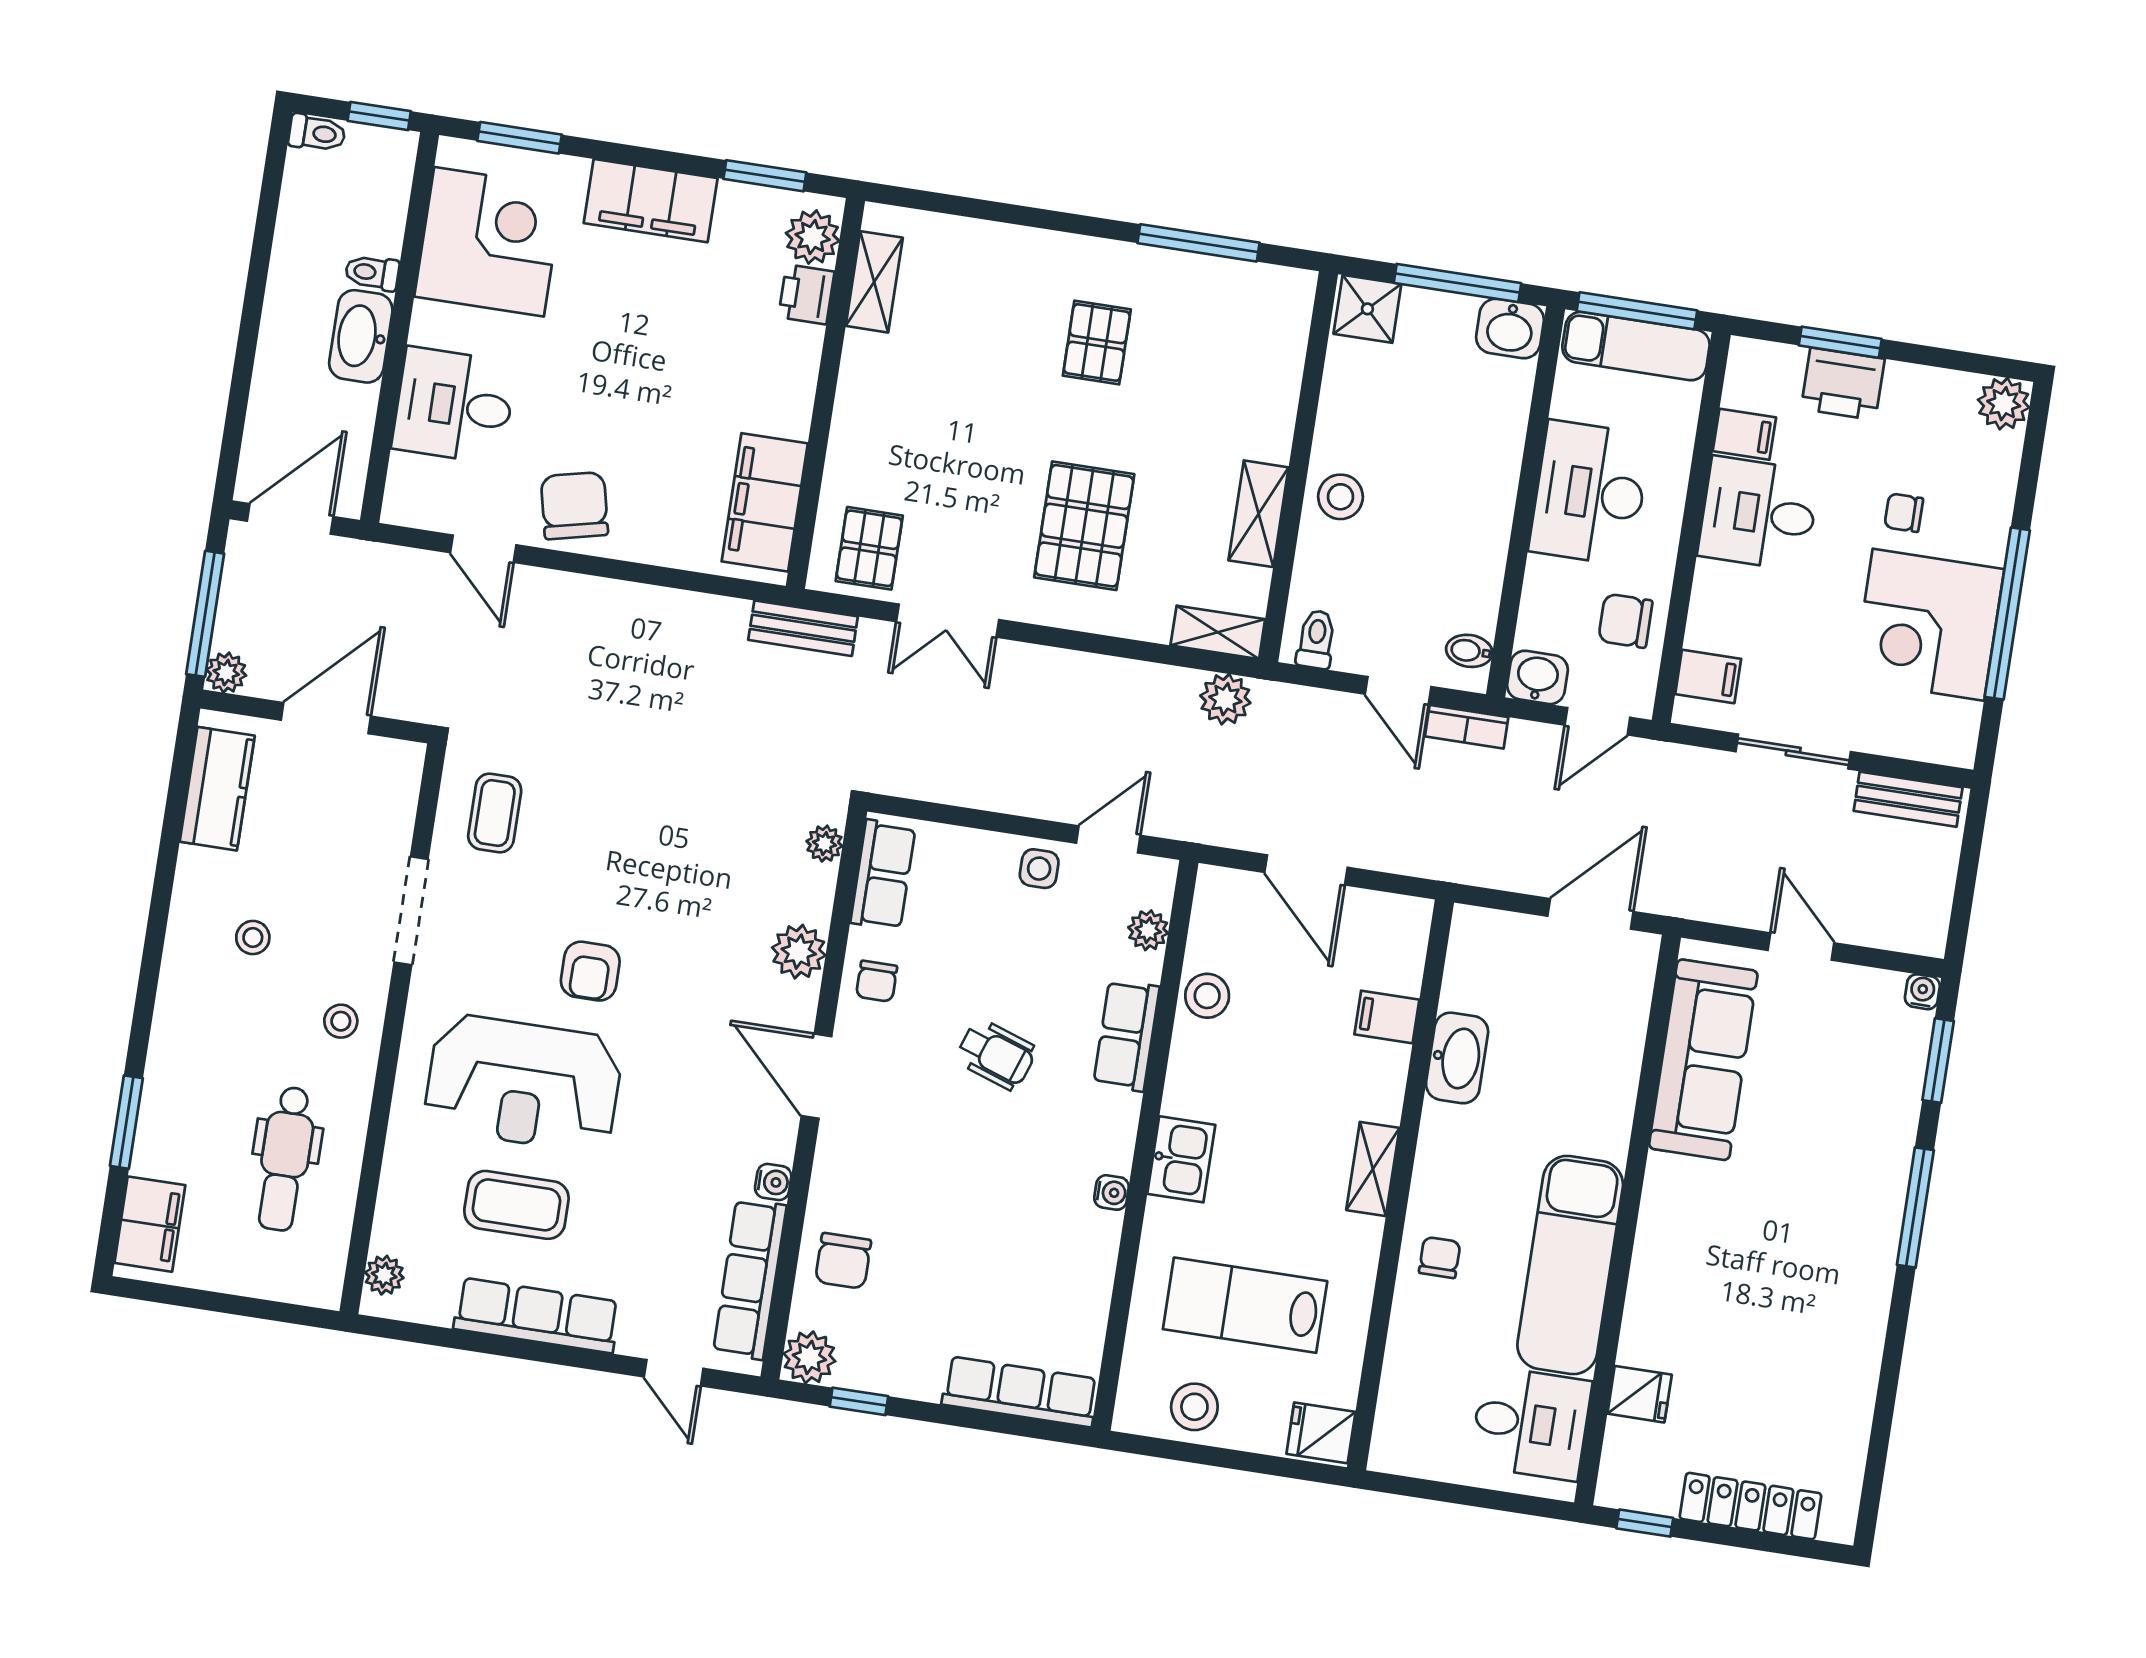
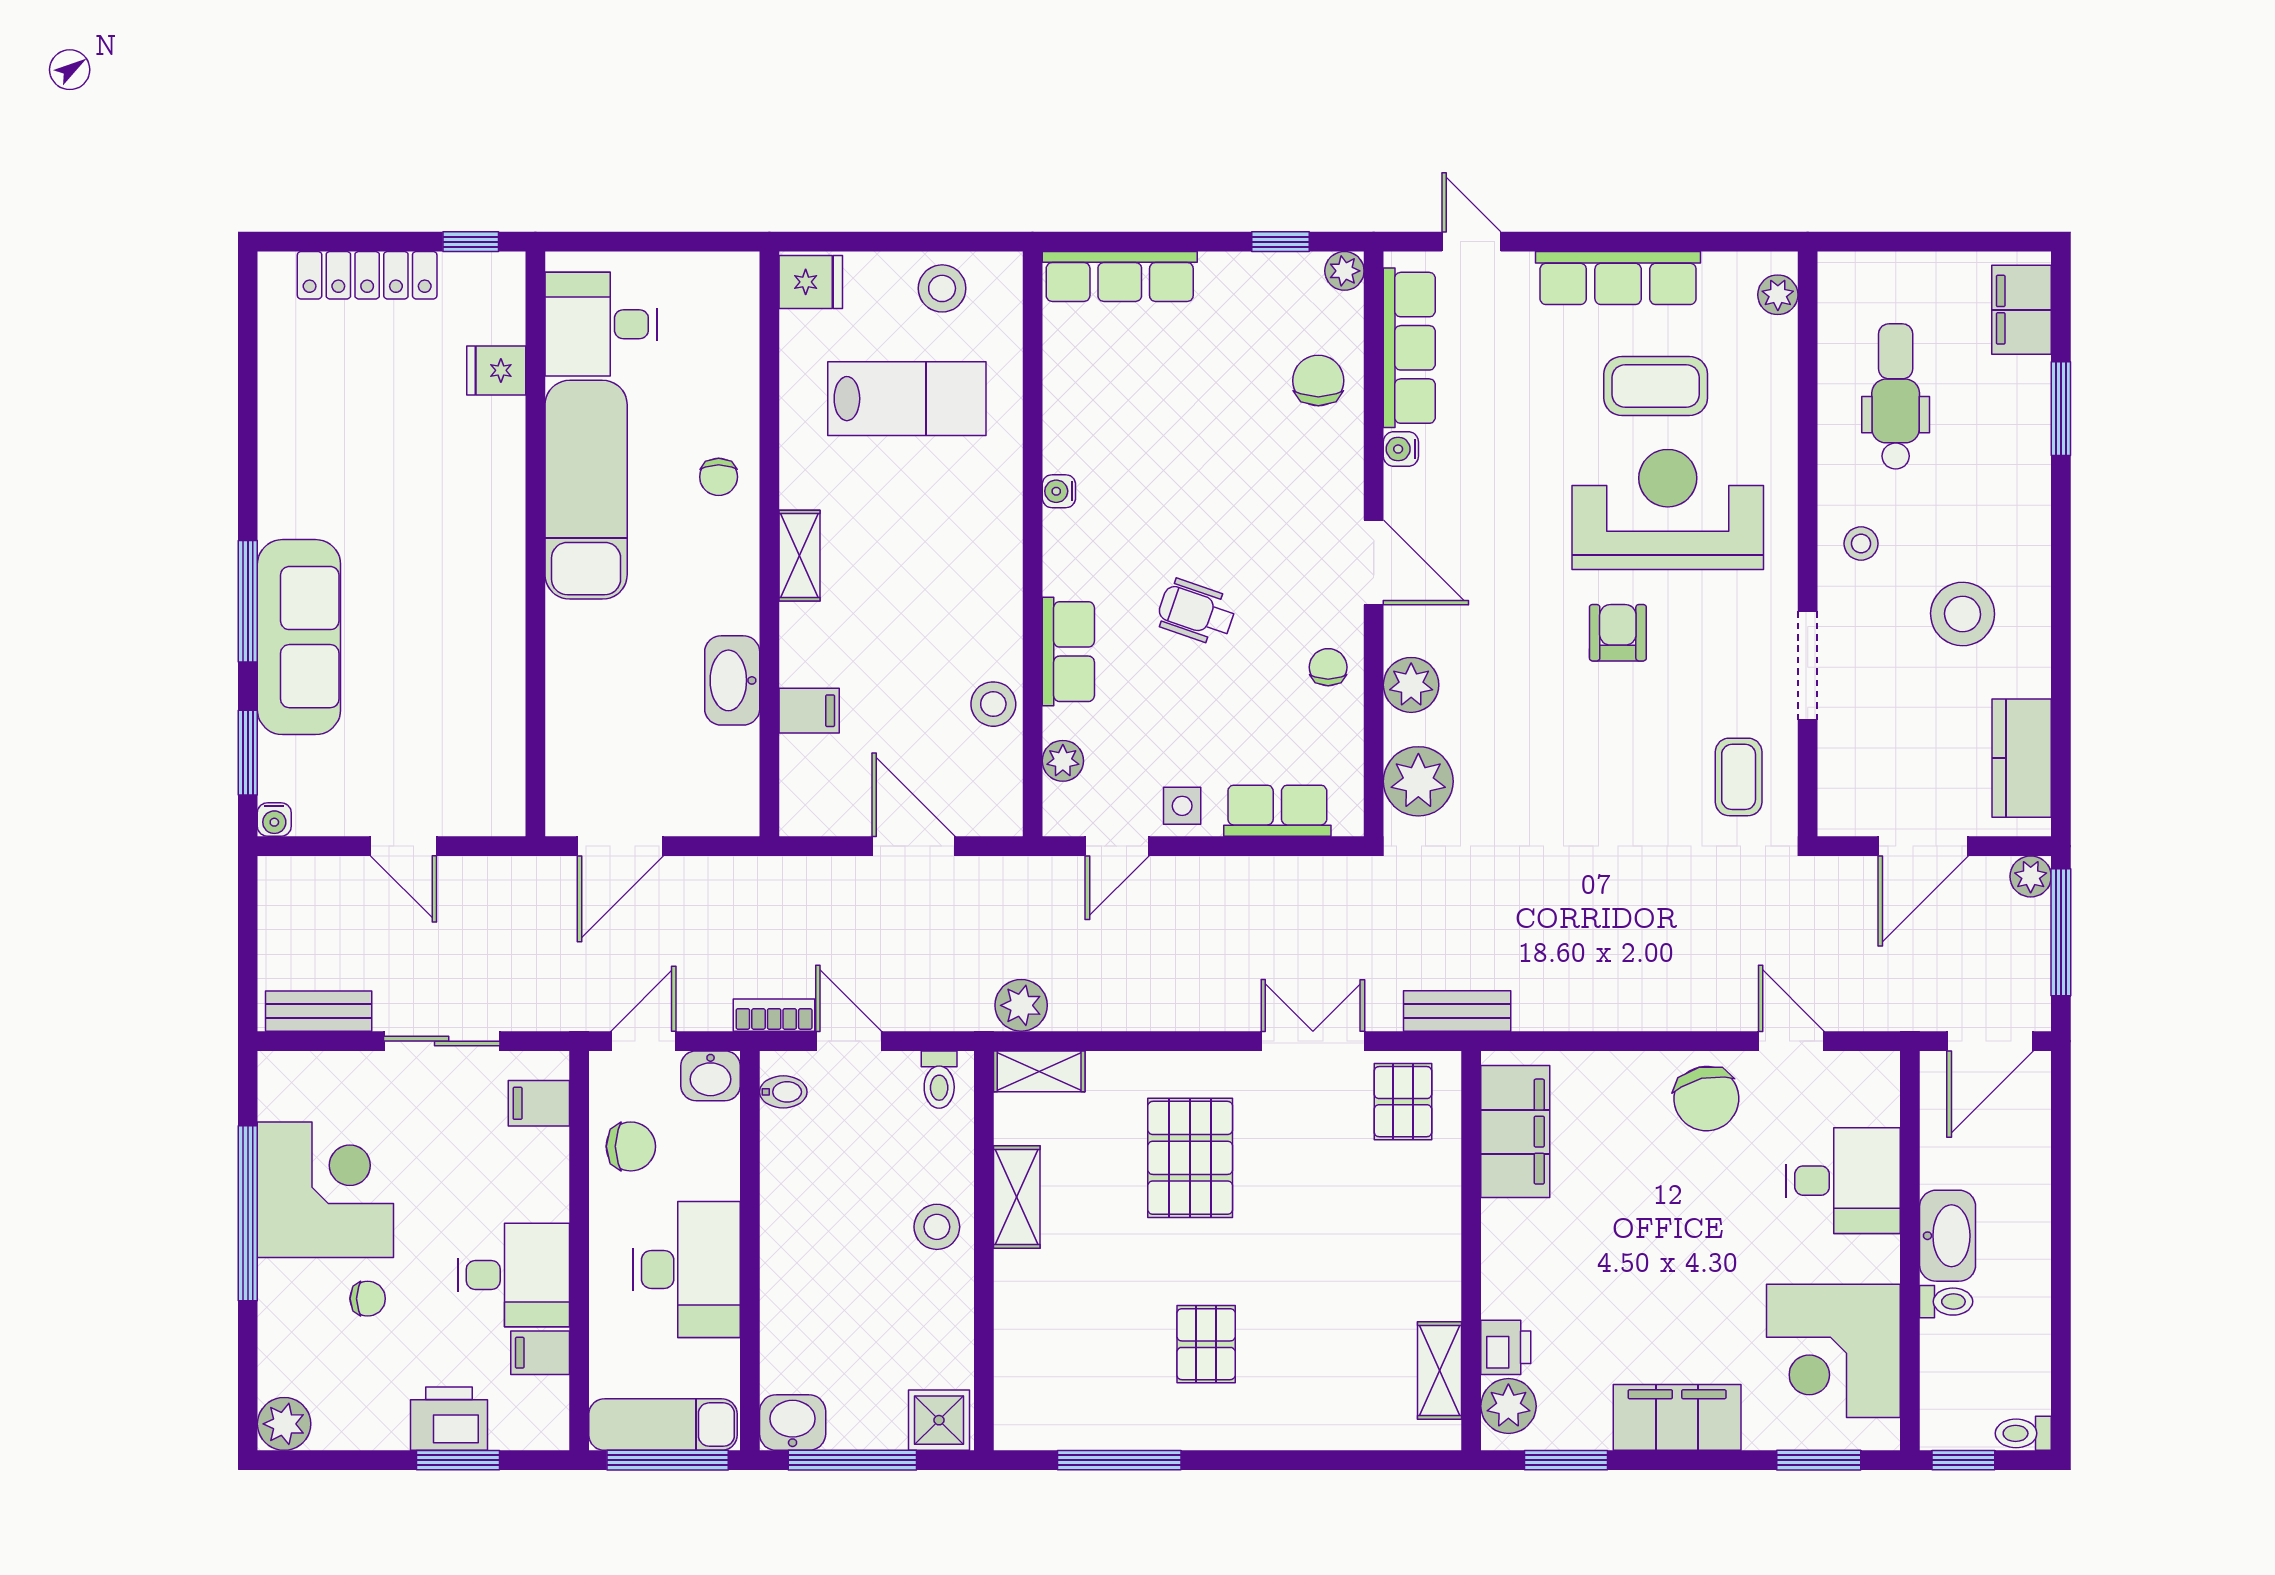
plant: (824, 844) -> (1418, 781), width x1.88, depth x1.88
row of seats: (883, 875) -> (1277, 811), moved, turned 90
stool: (253, 938) -> (1963, 614), width x1.89, depth x1.89
sofa: (1703, 1060) -> (299, 637), moved, turned 180
kitchen sink: (1181, 1159) -> (994, 535), removed
plant: (809, 1357) -> (1344, 271), width x0.73, depth x0.73

